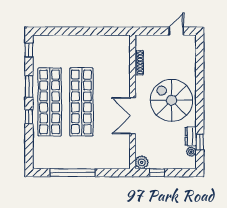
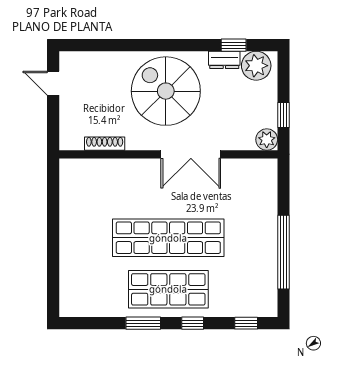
window: (29, 50) -> (246, 323), moved
spiral stairs: (171, 100) -> (166, 91), turned 90
shop shelf: (50, 102) -> (168, 289), width x0.71
plant: (191, 152) -> (256, 66), width x1.87, depth x1.87

